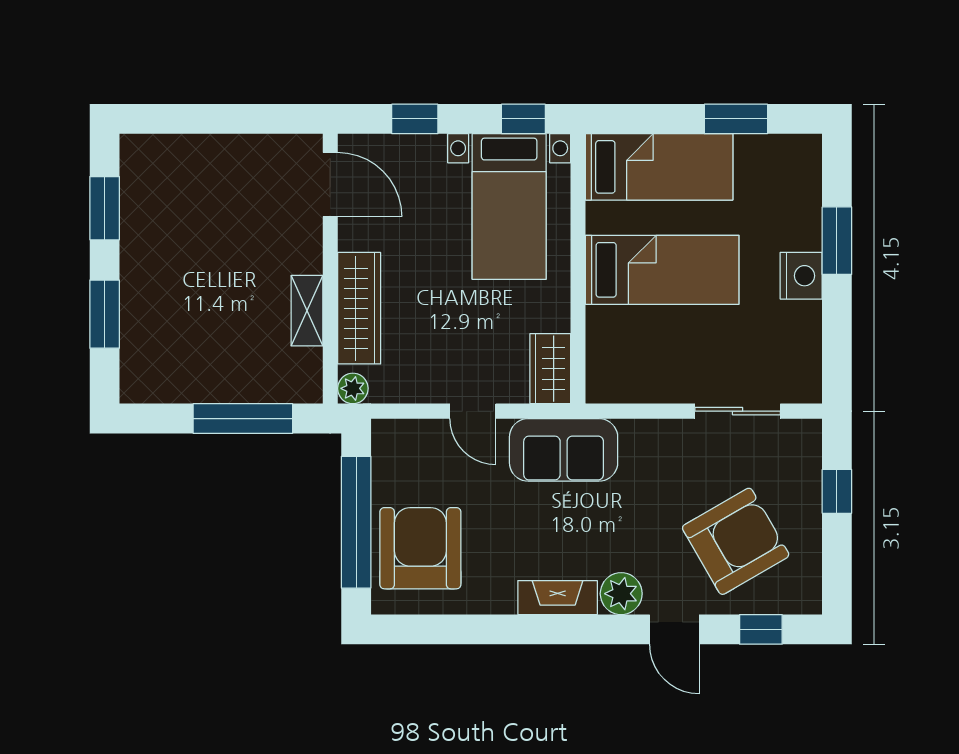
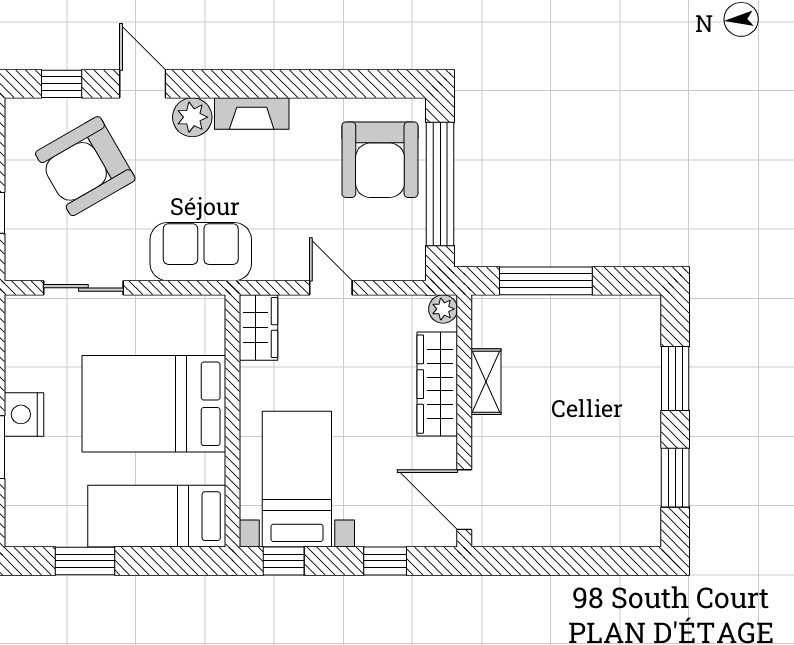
bed: (662, 270) -> (154, 404), width x1.50
sofa: (564, 450) -> (201, 252), moved

